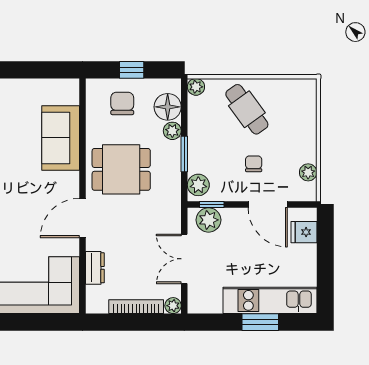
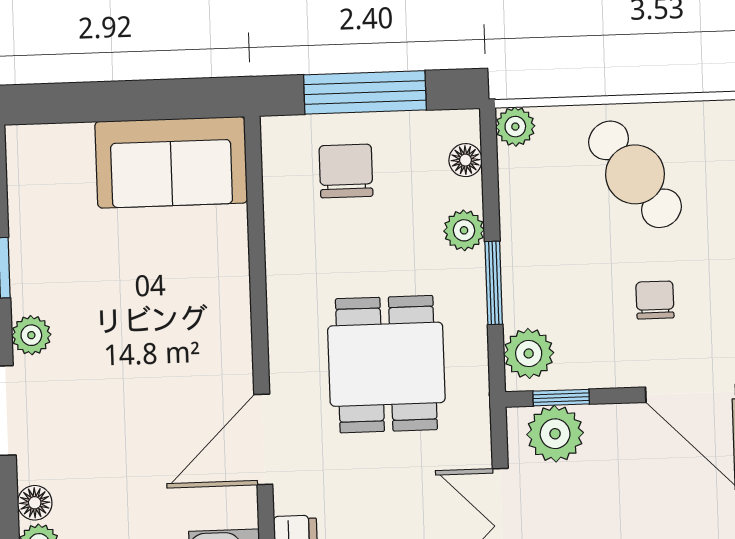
window: (132, 70) -> (365, 92), width x2.17
floor lamp: (168, 107) -> (465, 160), width x0.53, depth x0.53
sofa: (61, 138) -> (171, 162), moved, turned -90
dining table: (121, 169) -> (386, 364), moved, turned 90

